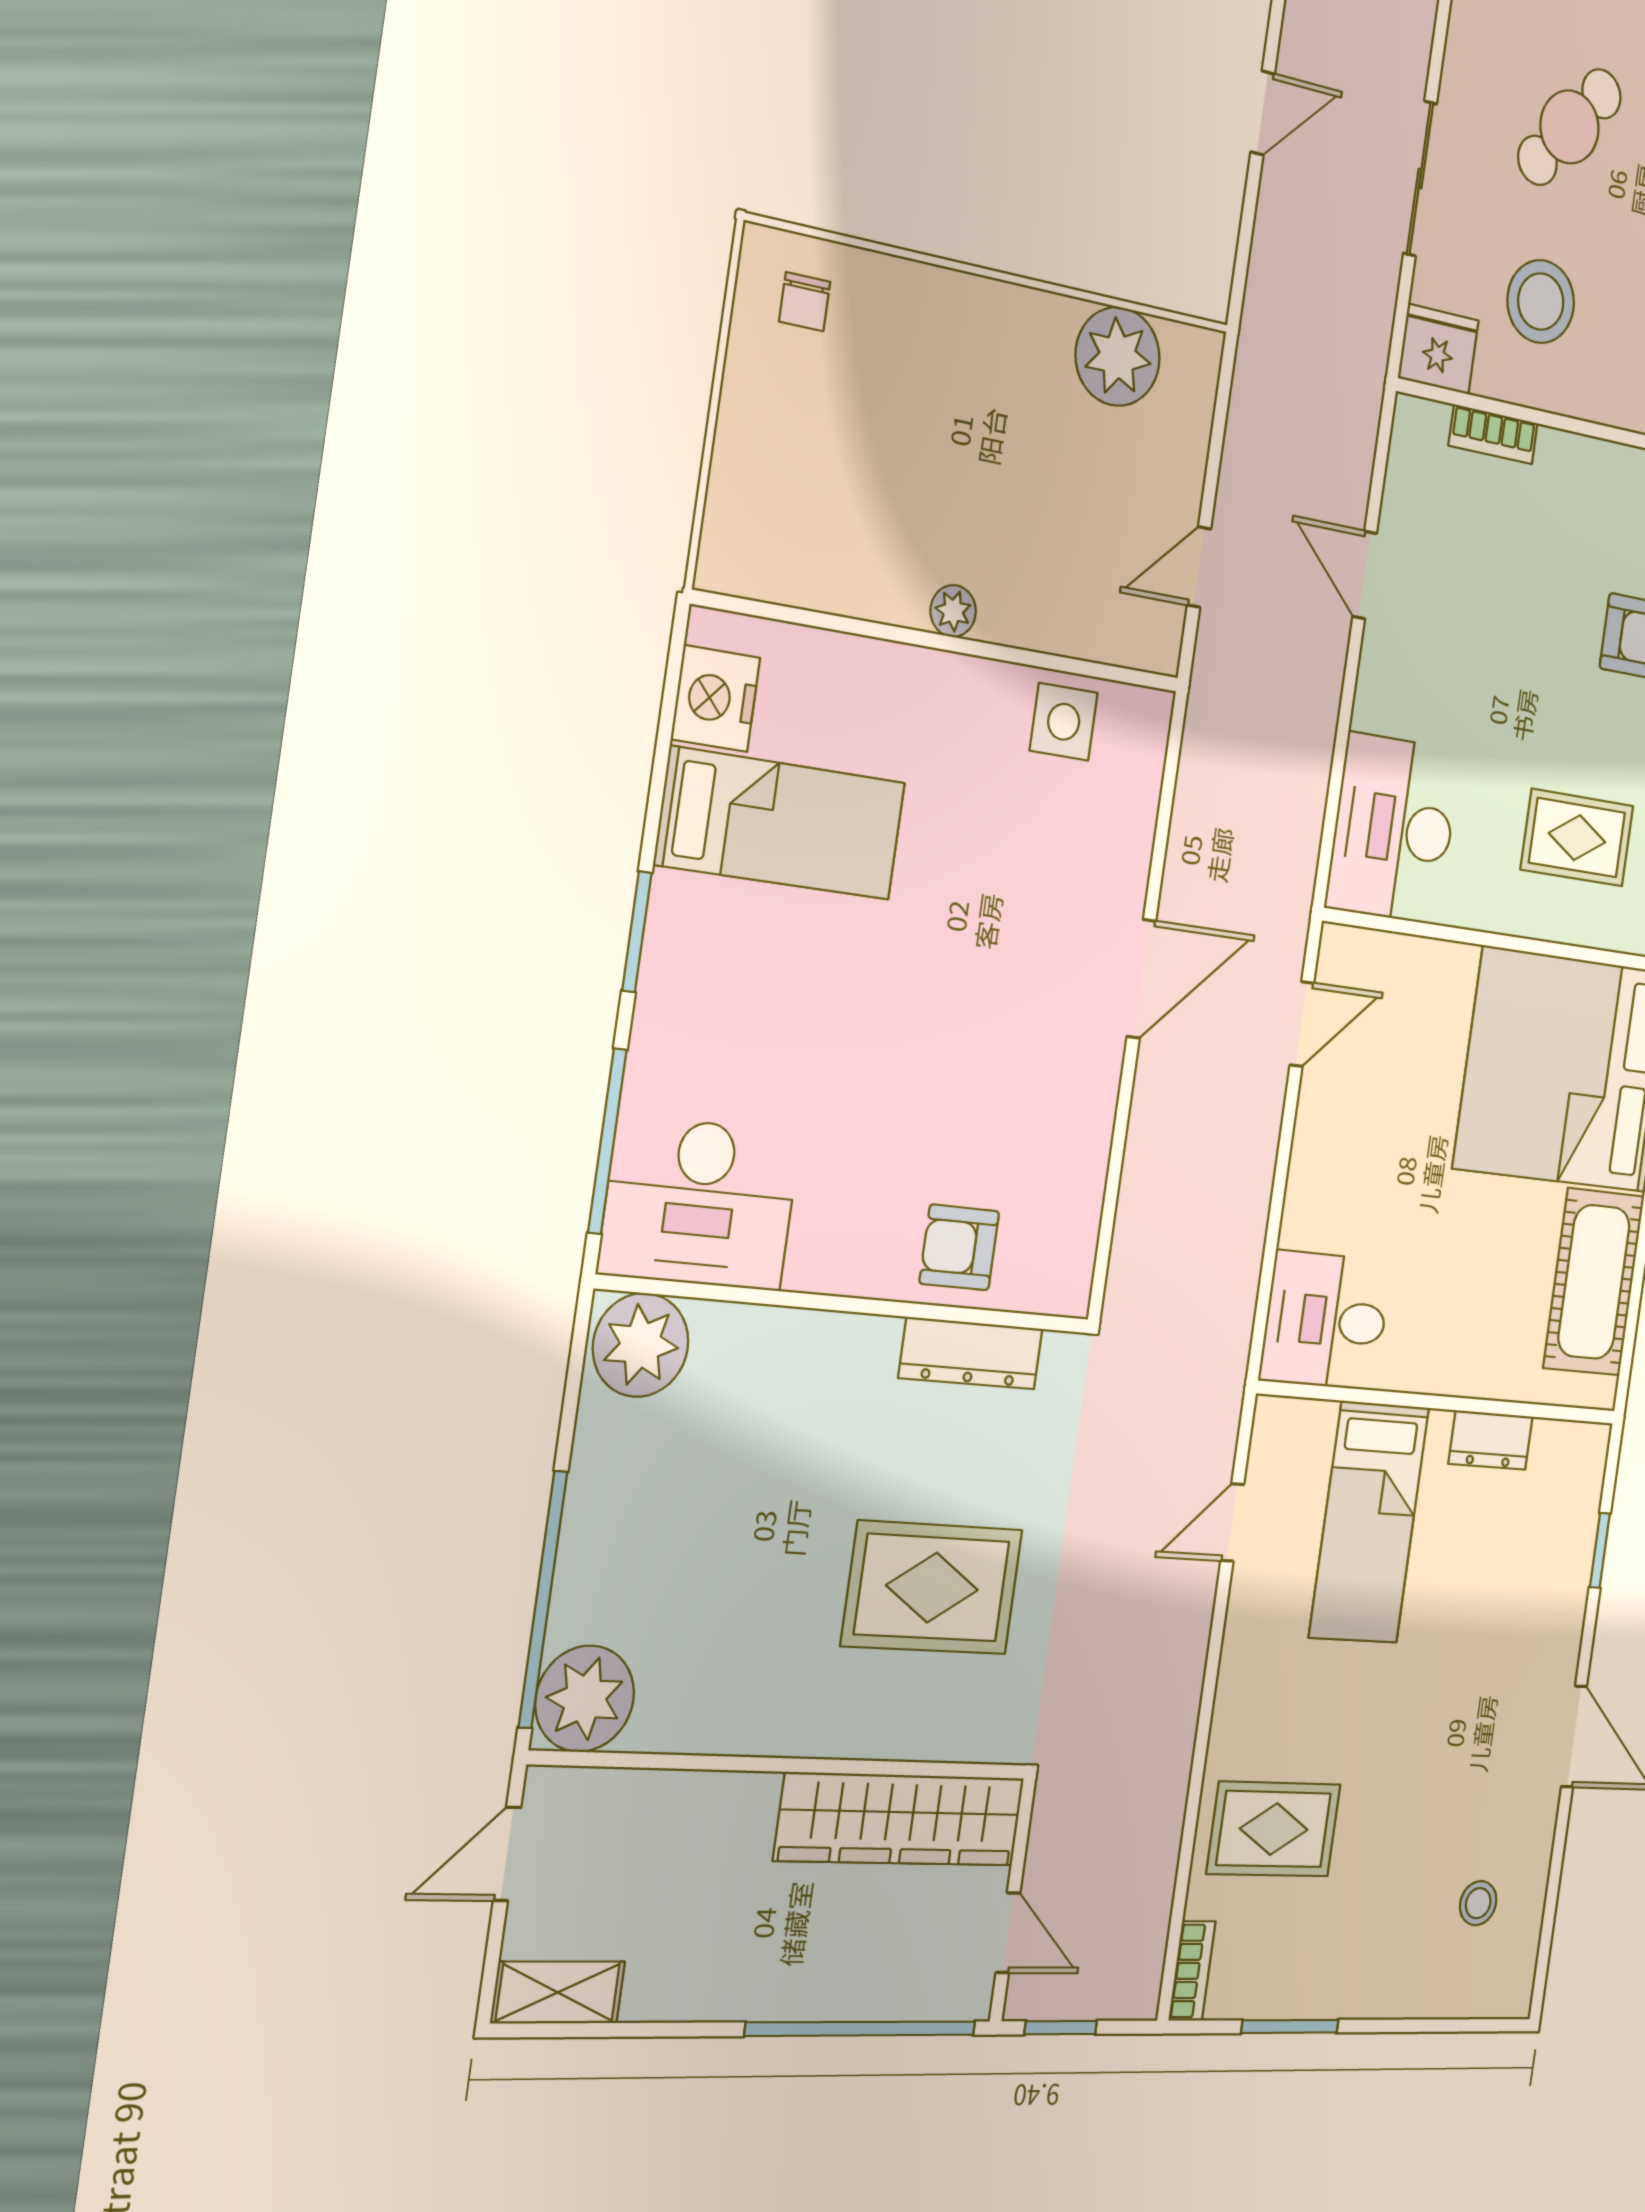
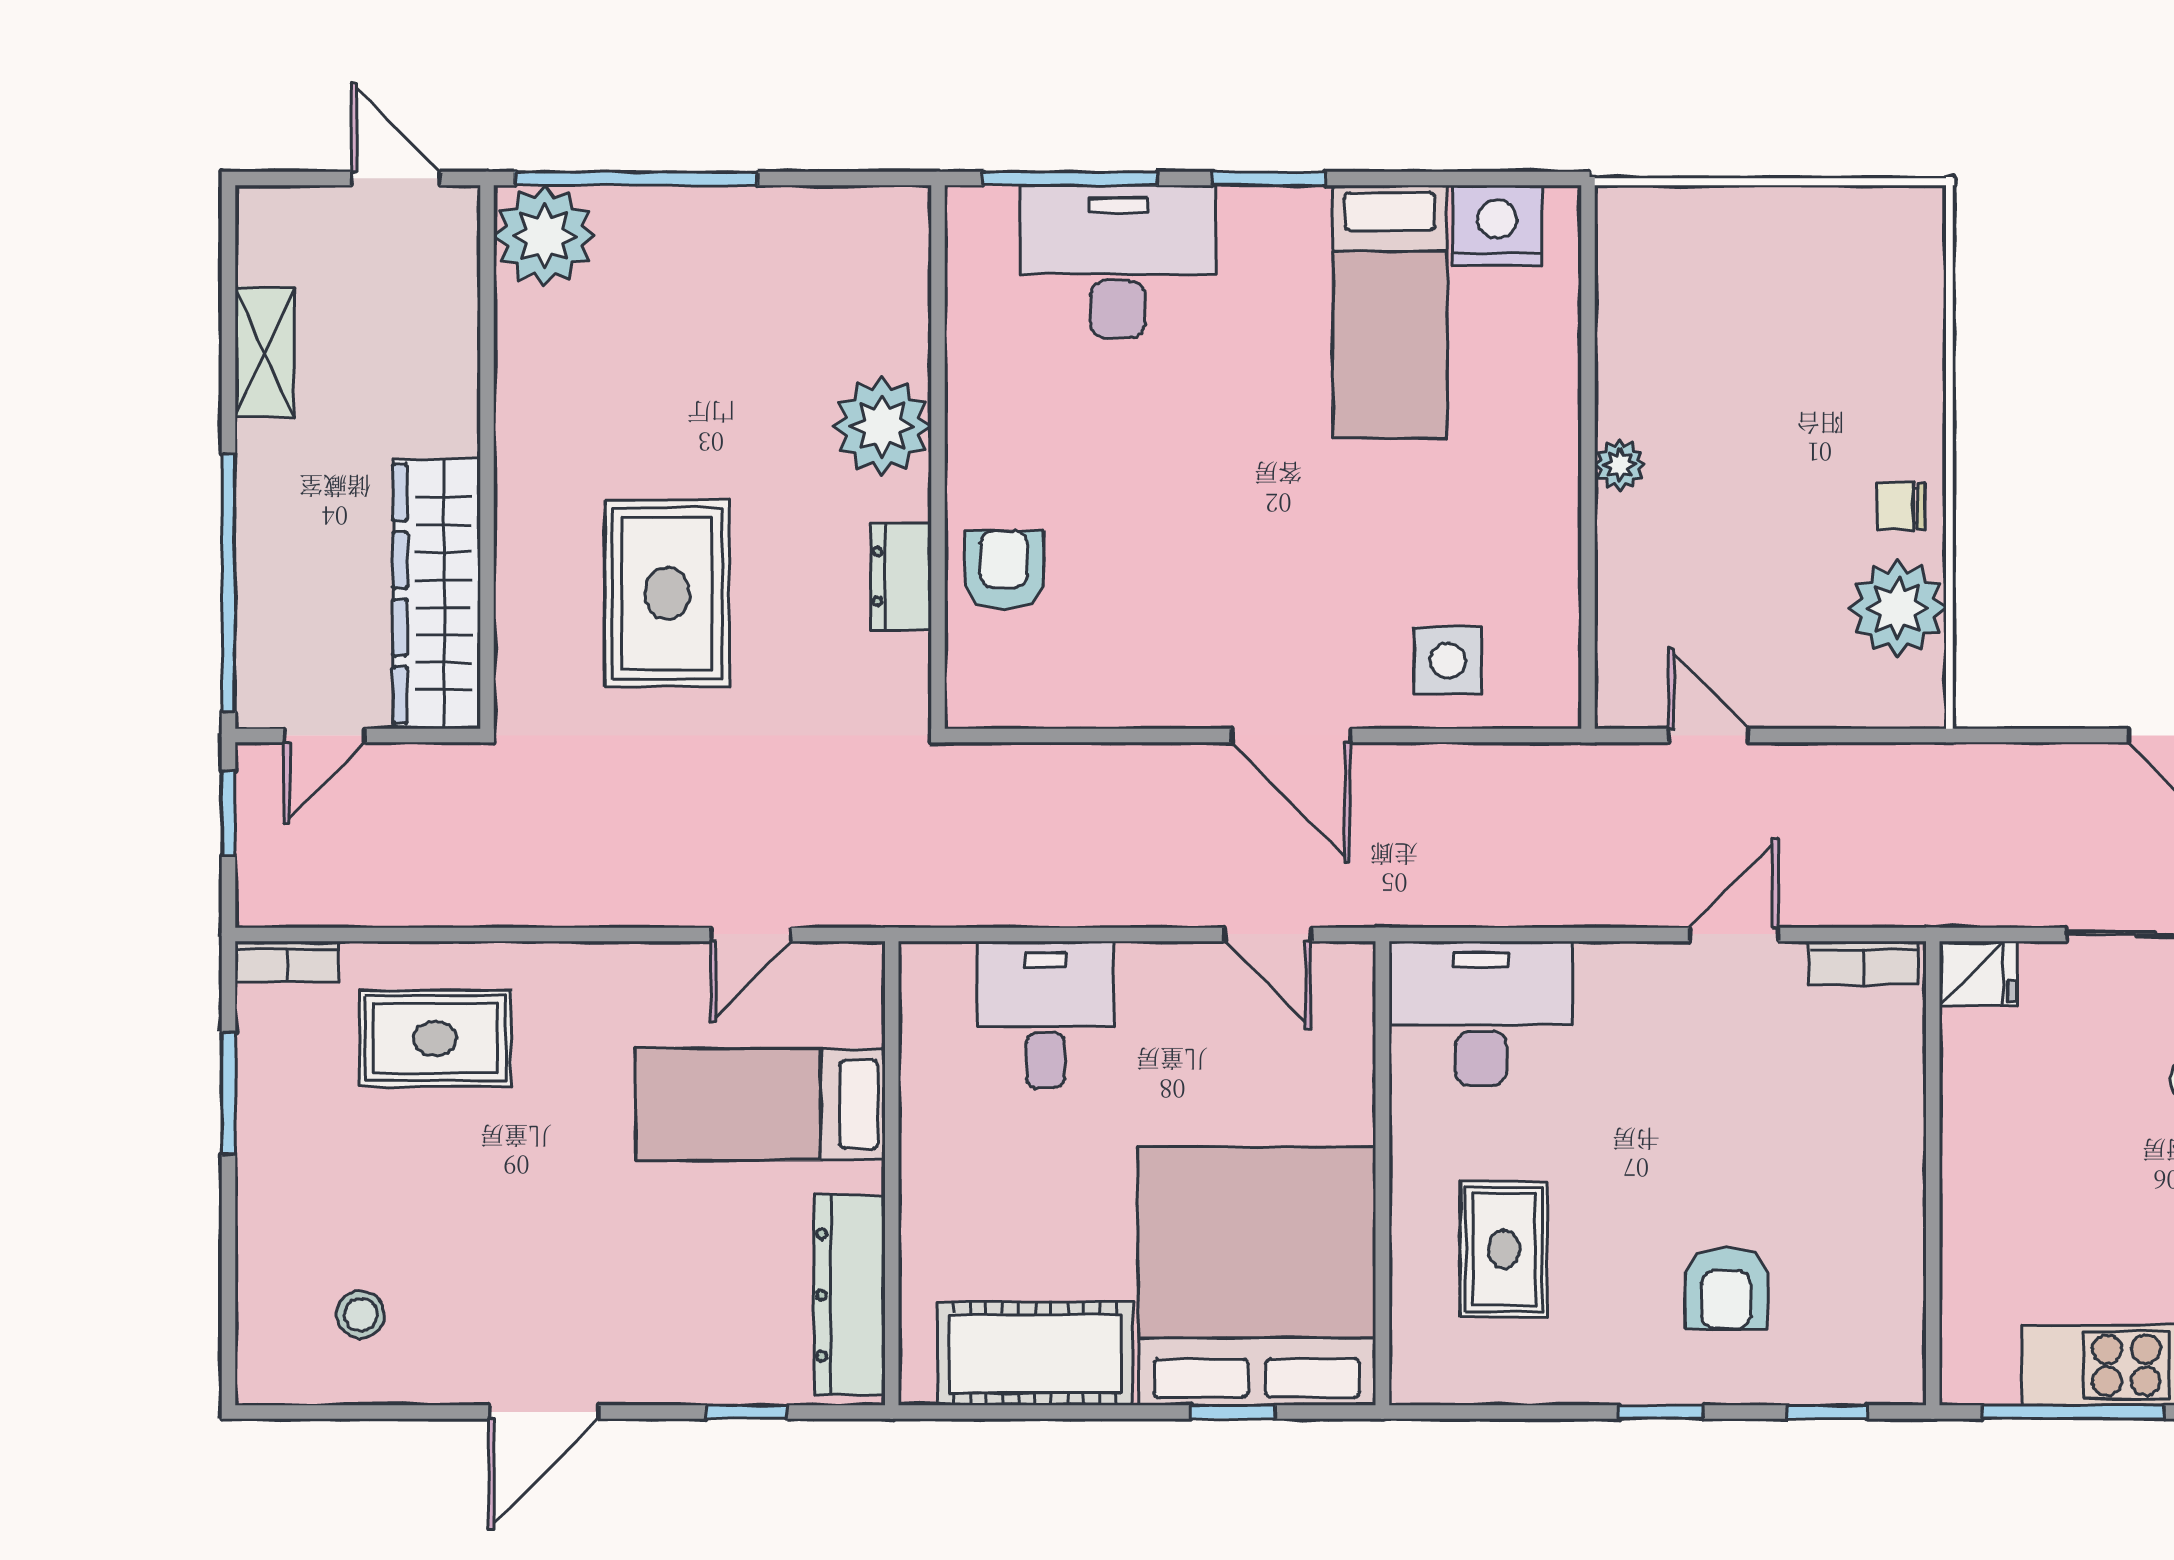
chair: (805, 302) -> (1901, 506), moved
stool: (1541, 302) -> (2052, 1106), removed
fridge: (1438, 349) -> (1978, 974), width x0.72
bookcase: (1493, 434) -> (1864, 963), moved, turned -90
side table: (1064, 722) -> (1448, 661), moved
desk: (700, 1203) -> (1118, 262), moved, turned 90
desk: (1326, 1320) -> (1046, 1015), moved
plant: (641, 1345) -> (882, 426), moved
dresser: (971, 1353) -> (901, 576), width x0.70
dresser: (1491, 1440) -> (849, 1295), width x1.96, depth x1.24
door: (1232, 1522) -> (751, 934), swing flipped
rug: (1274, 1829) -> (435, 1038), turned 90
shelving: (558, 1992) -> (265, 352), moved

